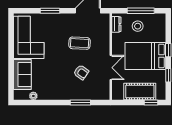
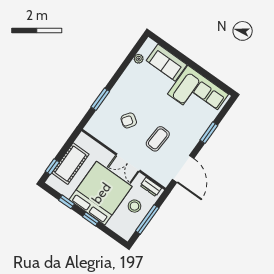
bed: (145, 56) -> (101, 193), width x1.36
double door: (111, 68) -> (128, 163), moved

